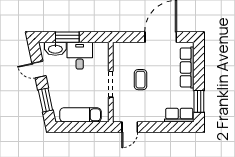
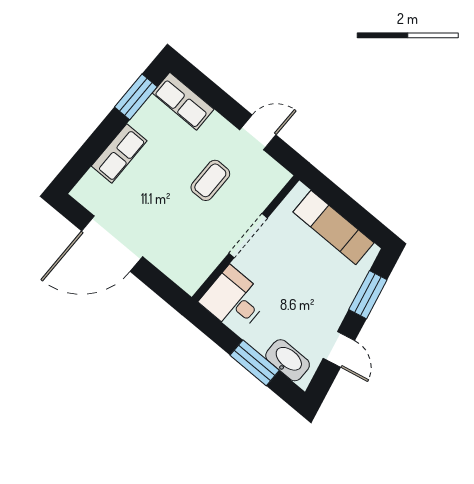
desk: (80, 56) -> (234, 300), moved, turned 90
row of seats: (187, 68) -> (119, 153), width x0.68
coffee table: (140, 80) -> (210, 180), moved
door: (130, 127) -> (258, 132), moved

